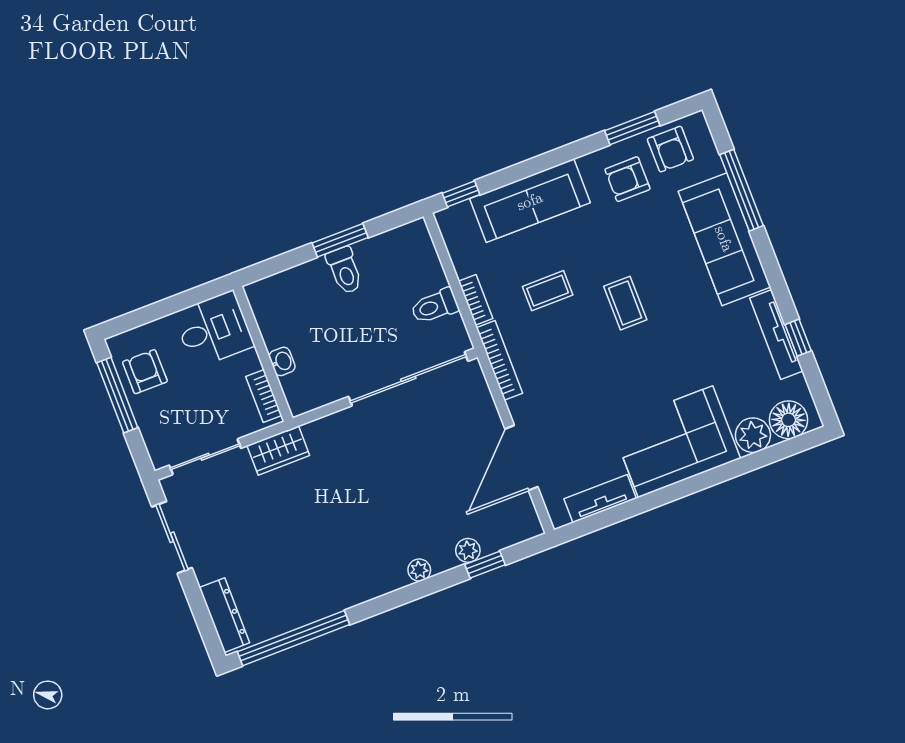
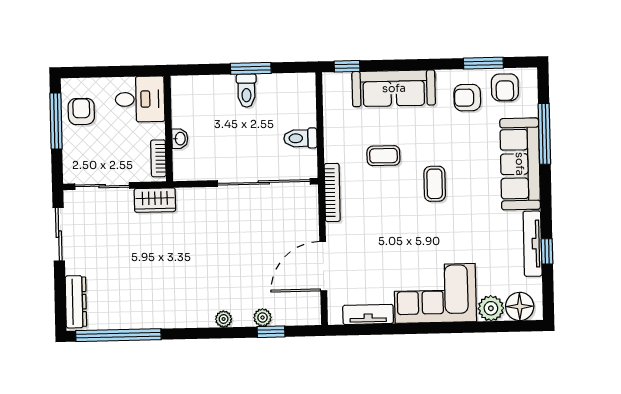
bookcase: (476, 300) -> (331, 144), removed

